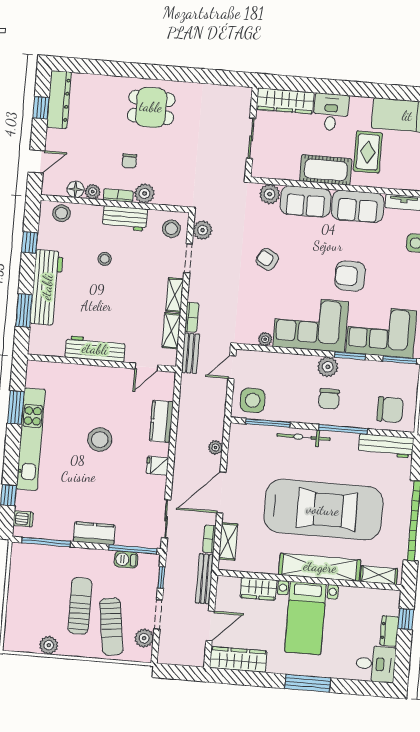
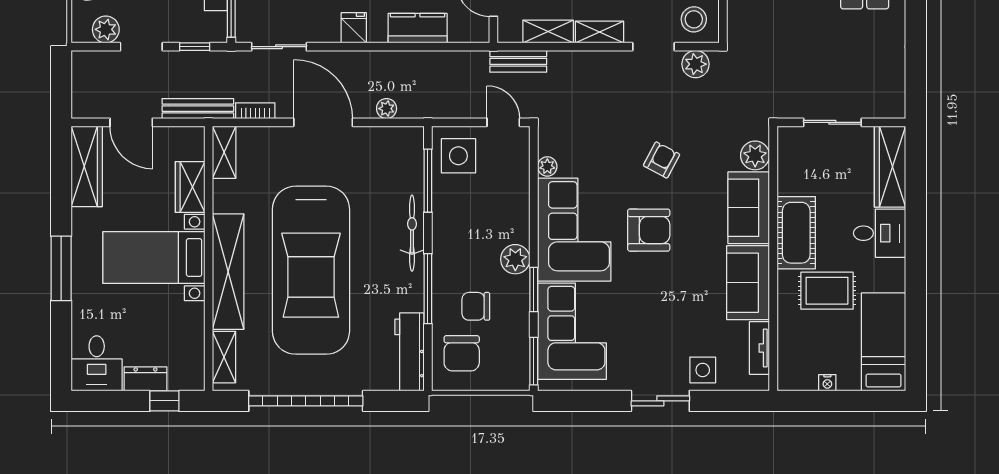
armchair: (350, 276) -> (649, 230), moved, turned 90
bookcase: (192, 317) -> (570, 59), removed
chair: (329, 399) -> (476, 306), moved
shelving: (228, 541) -> (224, 152), moved, turned 90

